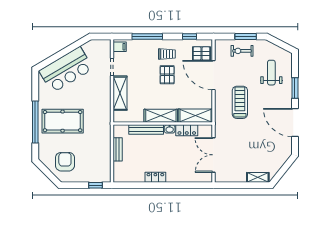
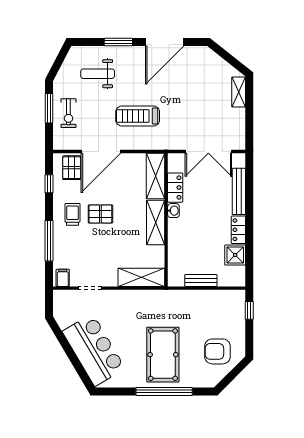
shelving: (120, 93) -> (141, 277), moved
bench: (146, 130) -> (239, 191), moved
shower: (137, 175) -> (235, 255), added

